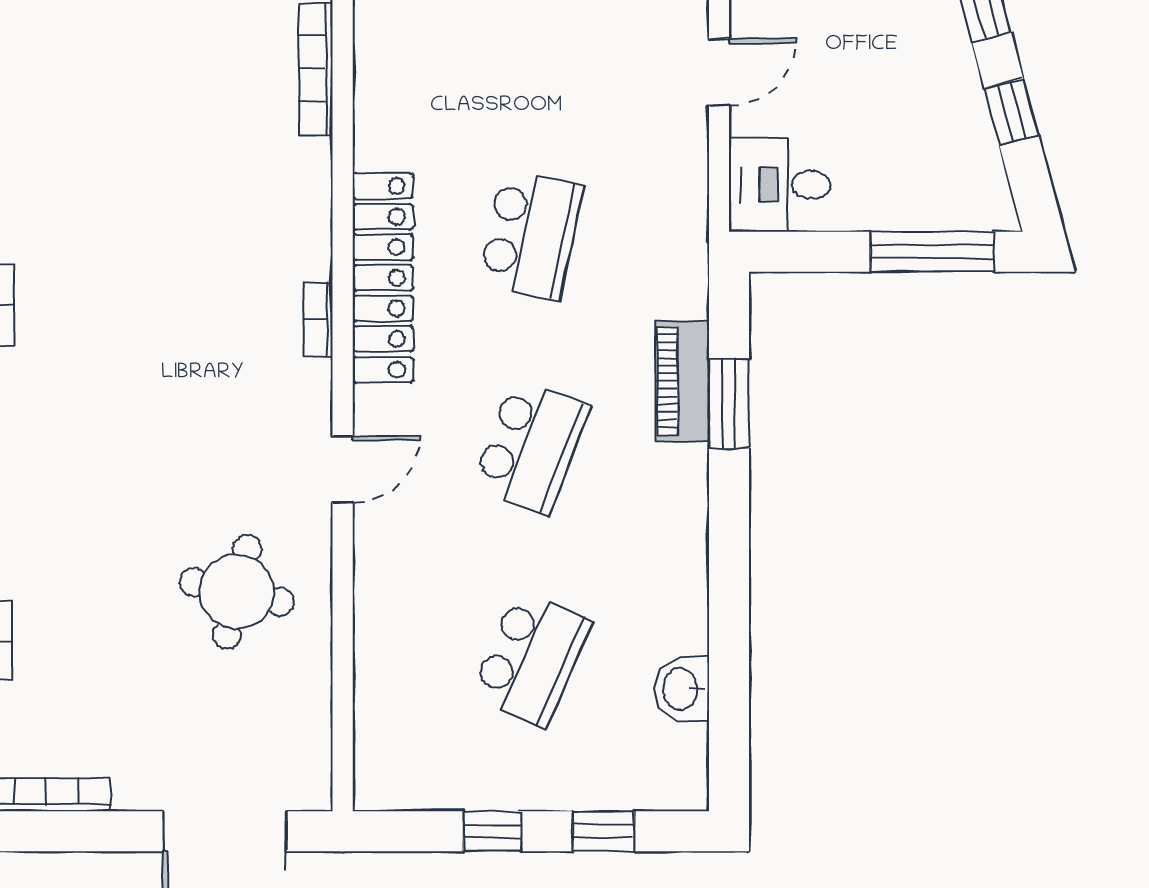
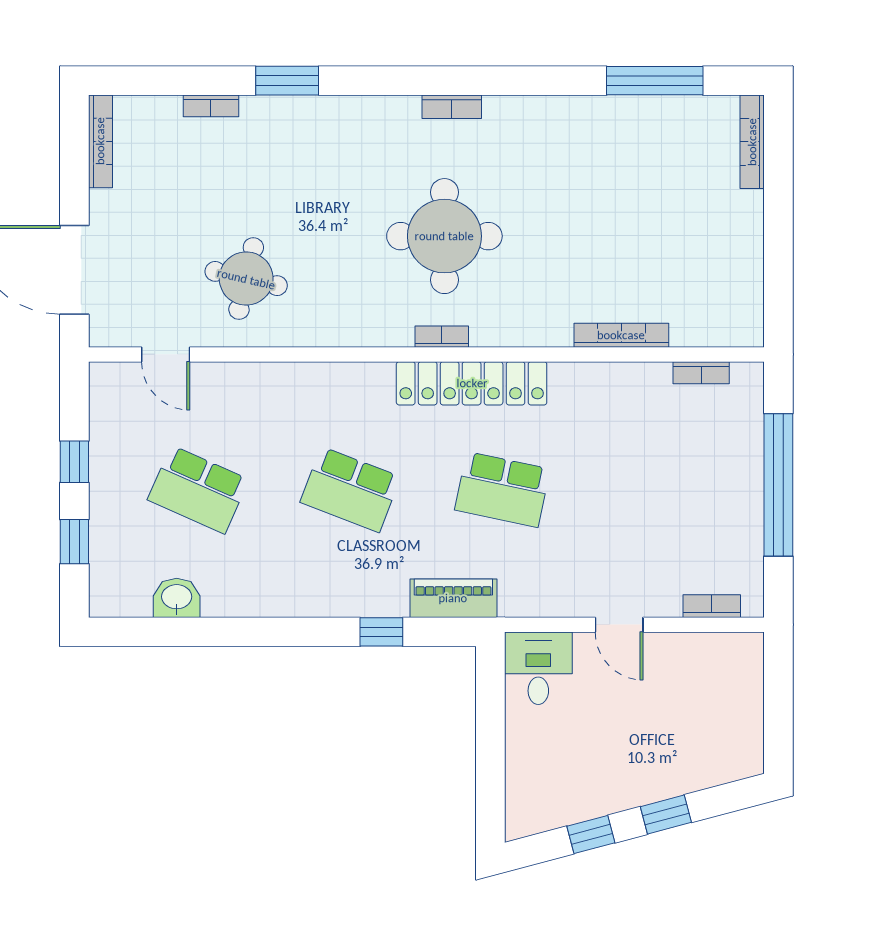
window: (932, 252) -> (490, 778), removed
round table: (178, 316) -> (444, 236), added
piano: (682, 381) -> (453, 598), moved
window: (729, 403) -> (381, 632), width x0.67
door: (343, 470) -> (166, 354), moved

